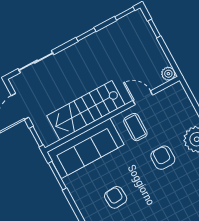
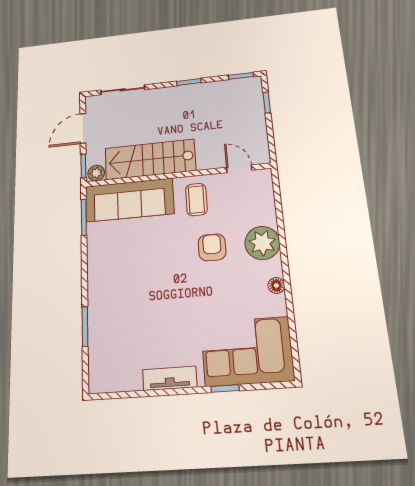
plant: (168, 74) -> (96, 173), moved
door: (143, 98) -> (239, 169), moved
armchair: (116, 197) -> (136, 270), removed

